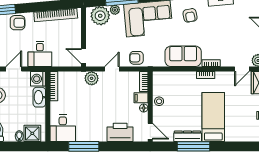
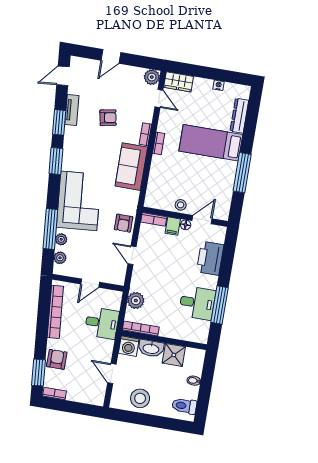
armchair: (190, 15) -> (108, 118), moved
plant: (100, 16) -> (60, 258), width x0.53, depth x0.53
desk: (40, 54) -> (102, 323), moved
door: (84, 56) -> (90, 283), moved
plant: (92, 78) -> (136, 300), moved
desk: (63, 128) -> (197, 303), moved
door: (150, 131) -> (202, 220), moved
shower: (32, 133) -> (174, 355), moved
dresser: (188, 136) -> (239, 116), moved

